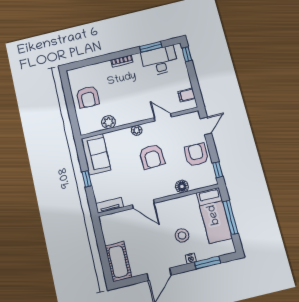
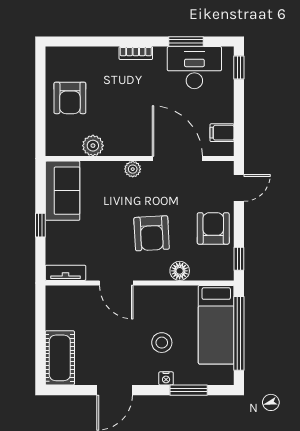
door: (163, 117) -> (177, 159), width x1.88
armchair: (152, 156) -> (152, 233), moved
window: (230, 217) -> (239, 333), width x1.46

